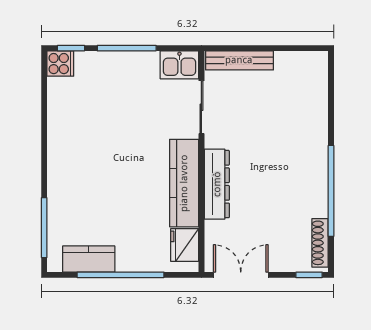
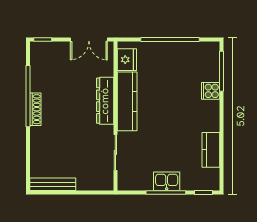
bench: (239, 60) -> (53, 184), moved
cooker: (60, 64) -> (211, 91), moved
kitchen sink: (179, 65) -> (167, 181), moved
shoe rack: (320, 243) -> (35, 109), moved
kitchen counter: (89, 259) -> (211, 150), moved, turned 90

